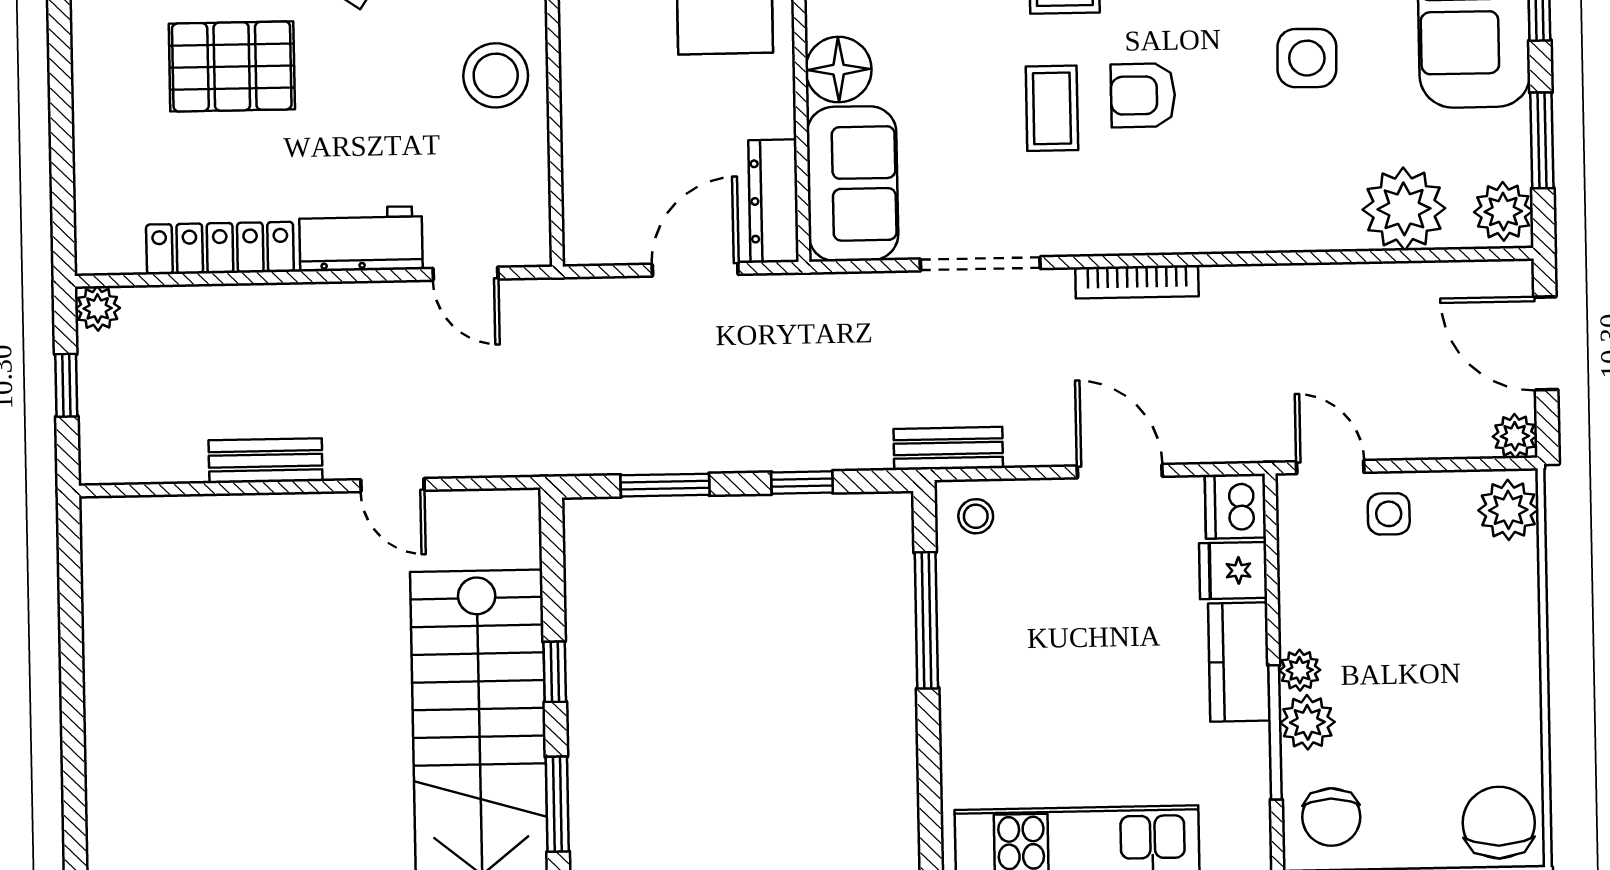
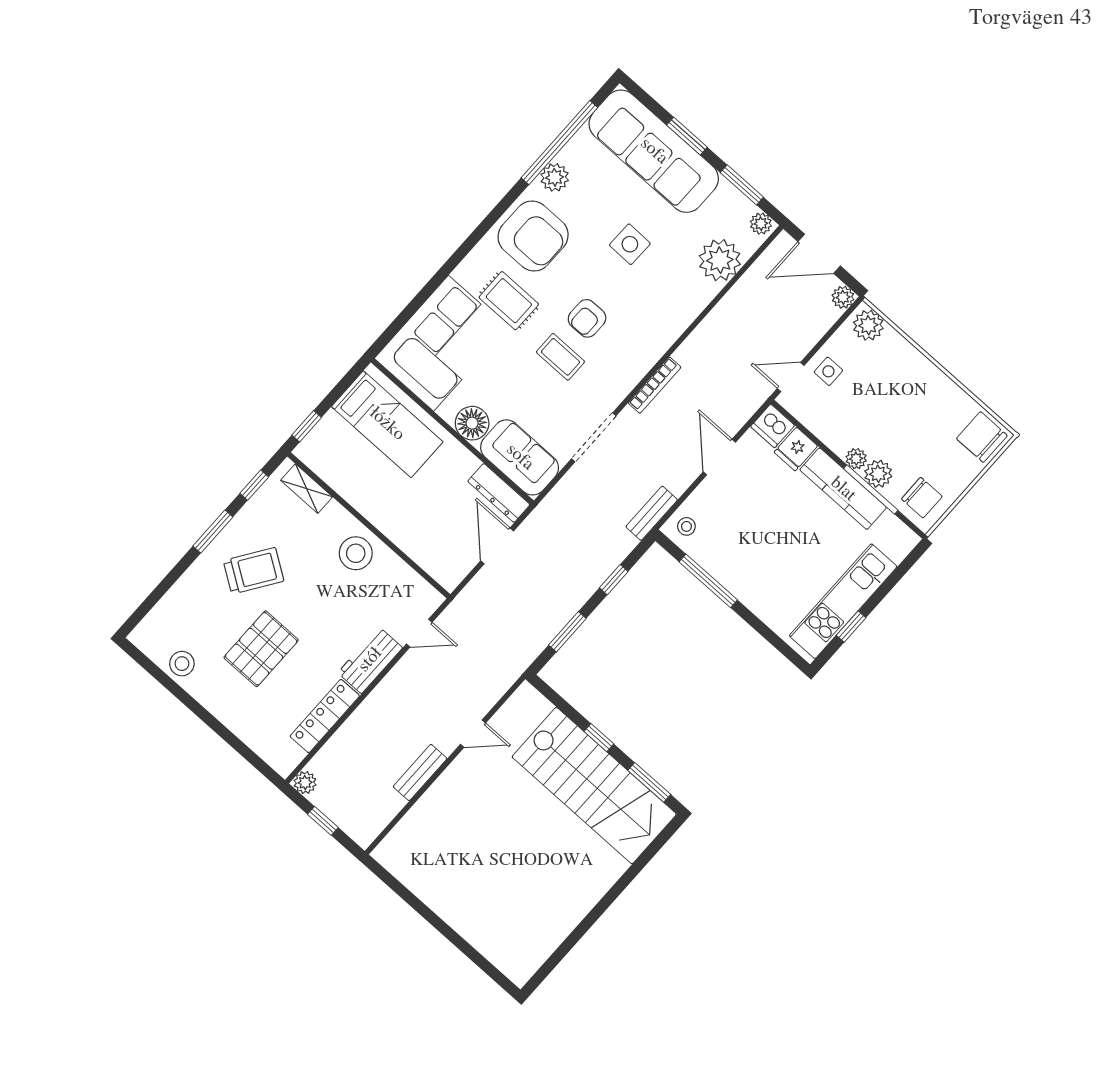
plant: (1503, 211) -> (761, 224), width x0.73, depth x0.73
door: (1120, 471) -> (719, 457), hinge flipped
kitchen counter: (1239, 662) -> (843, 489), width x1.50

